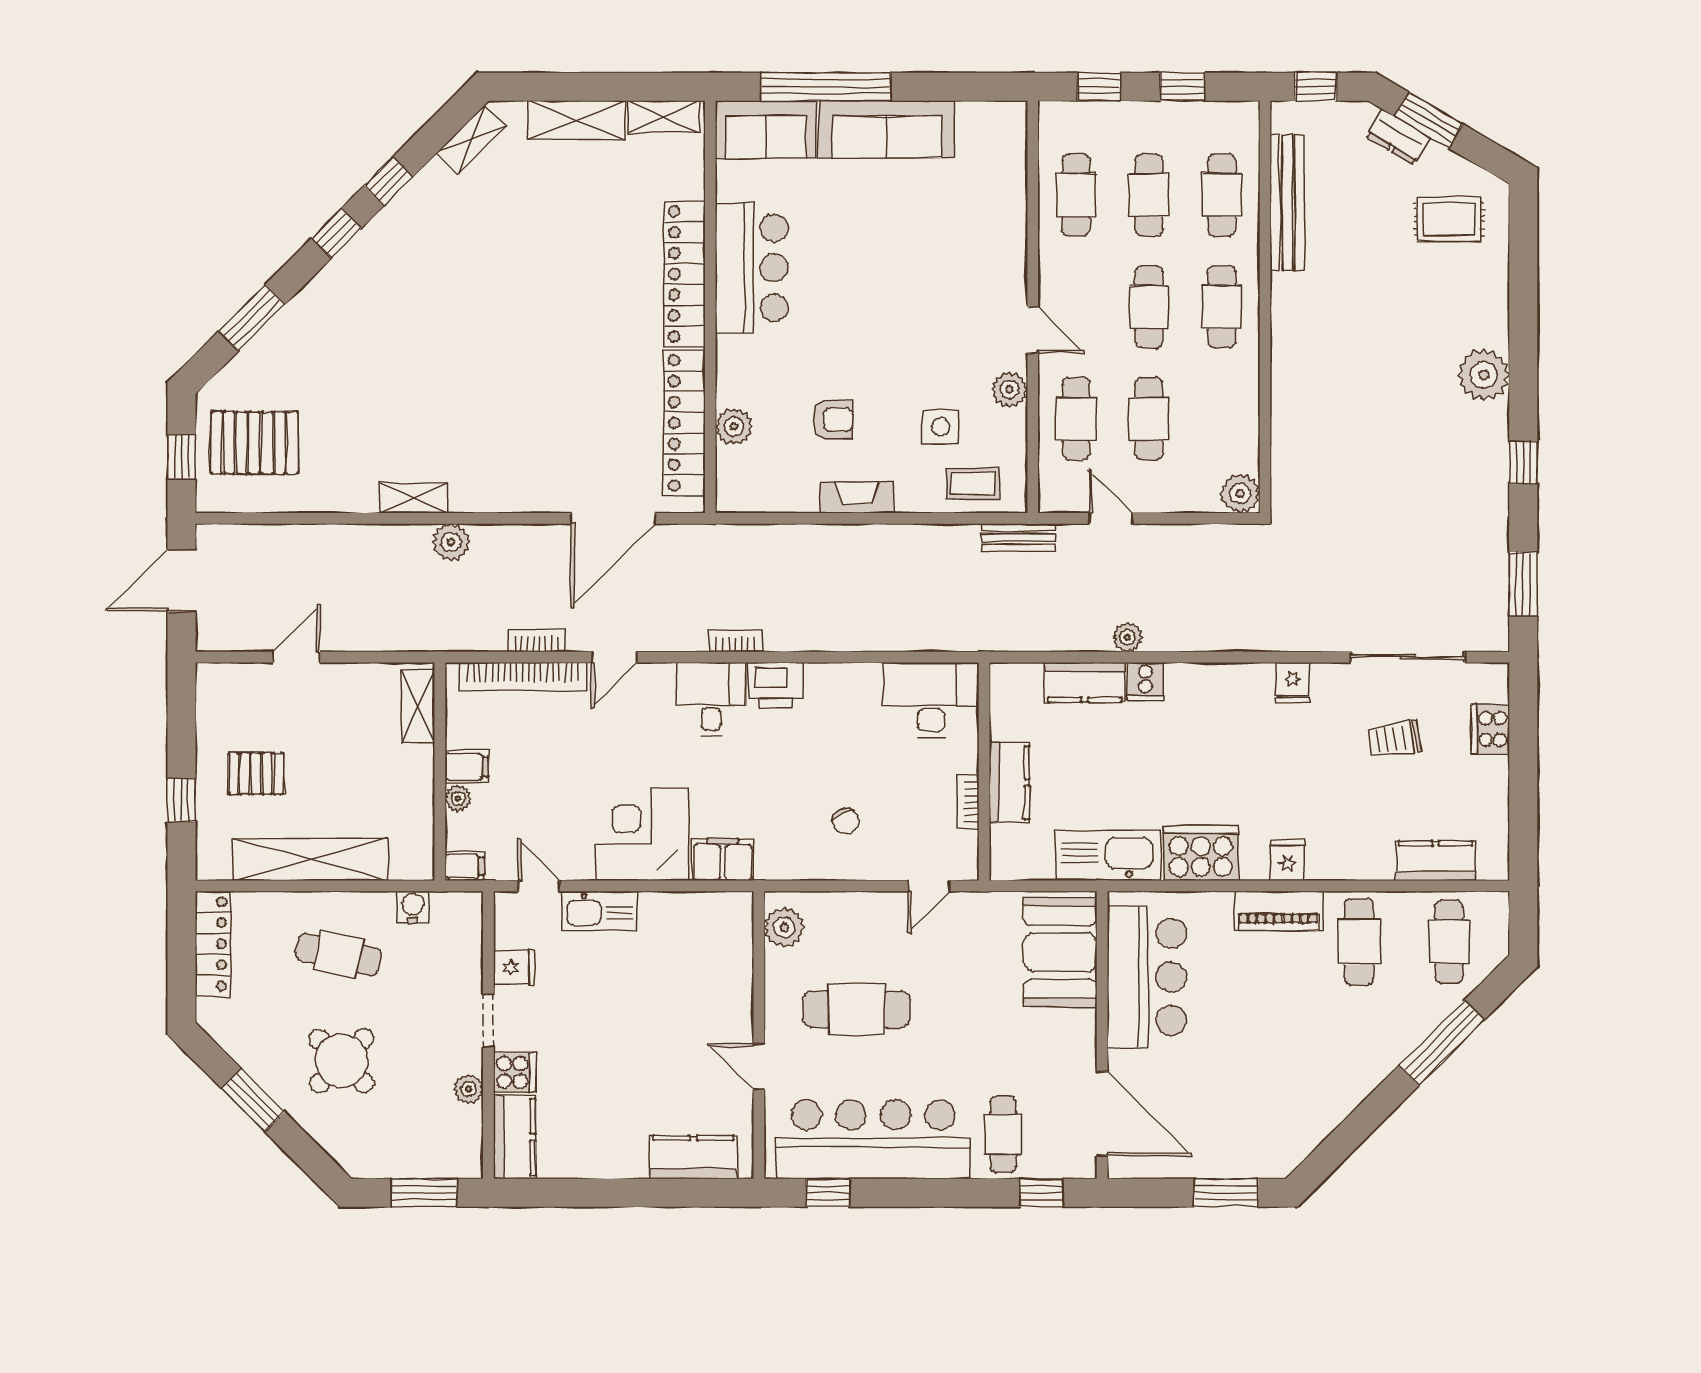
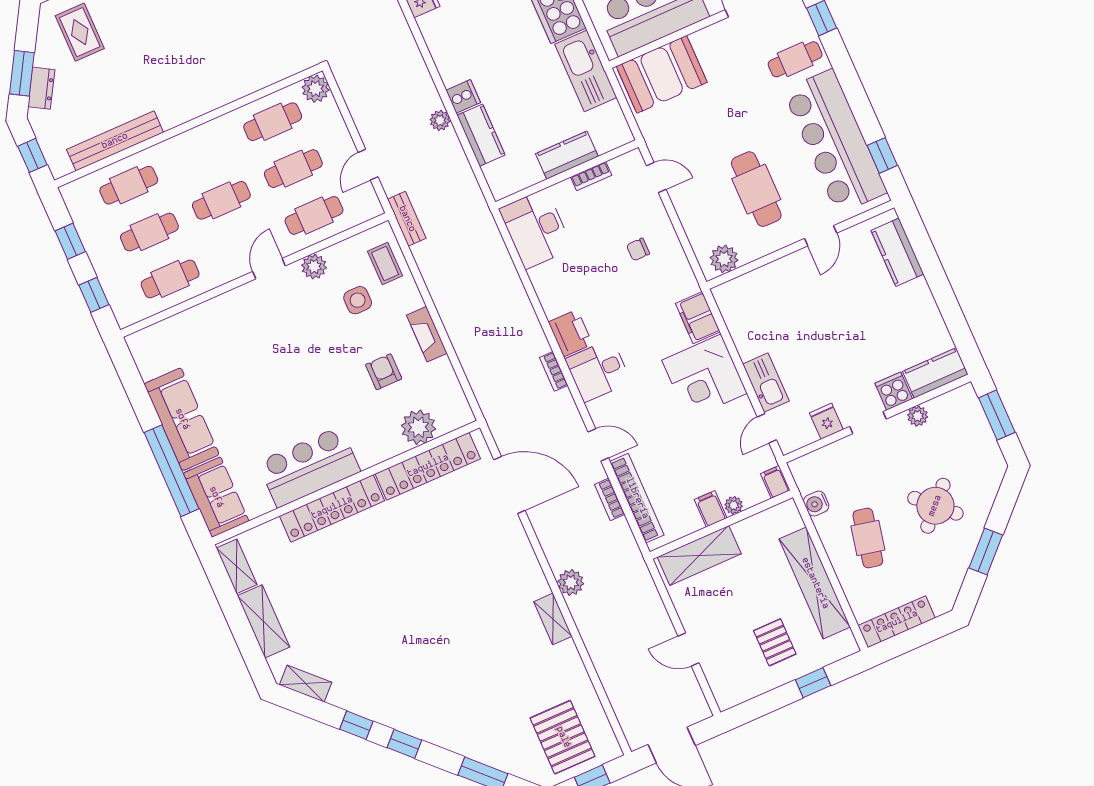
cafe table: (1222, 307) -> (273, 122), moved
plant: (734, 426) -> (418, 427), width x1.36, depth x1.36
shelving: (418, 706) -> (699, 555), width x1.50, depth x1.33
chair: (846, 821) -> (638, 249), turned -153

